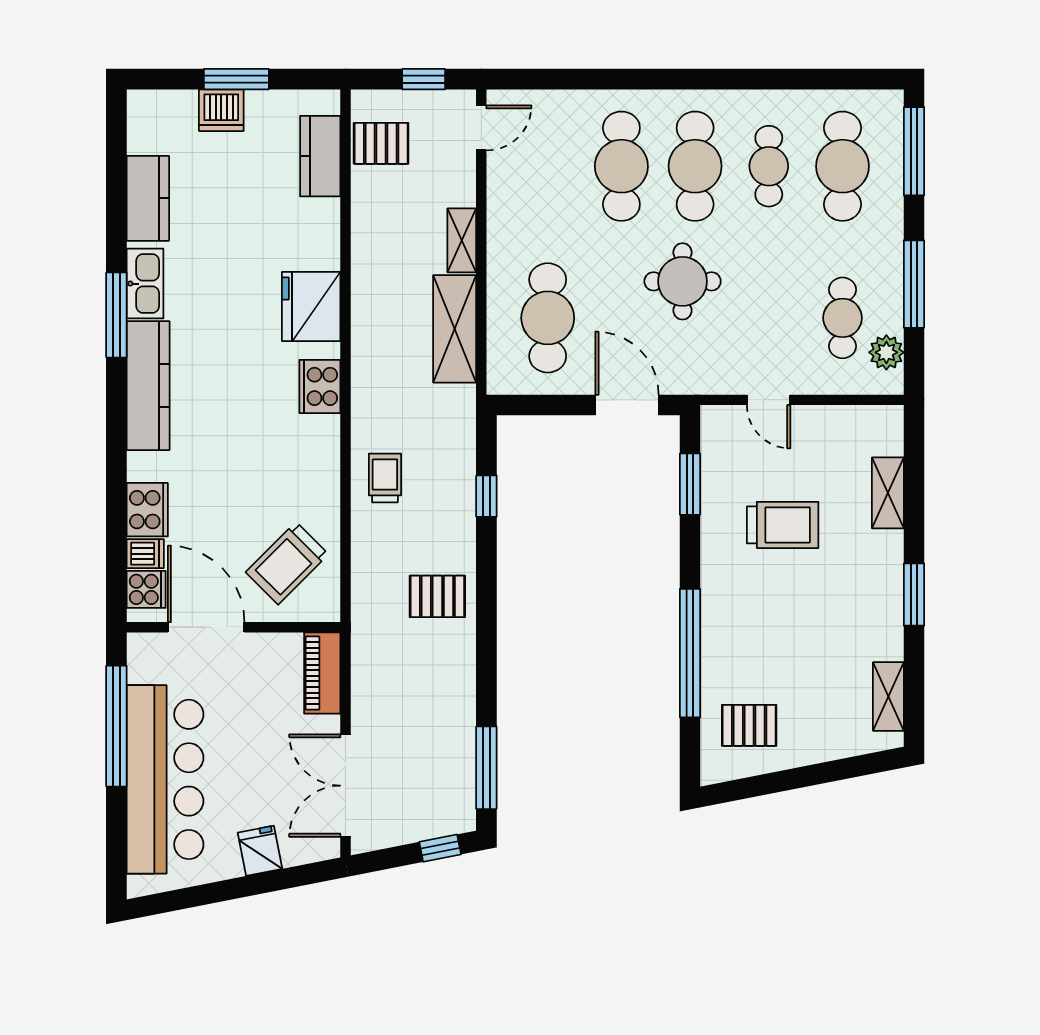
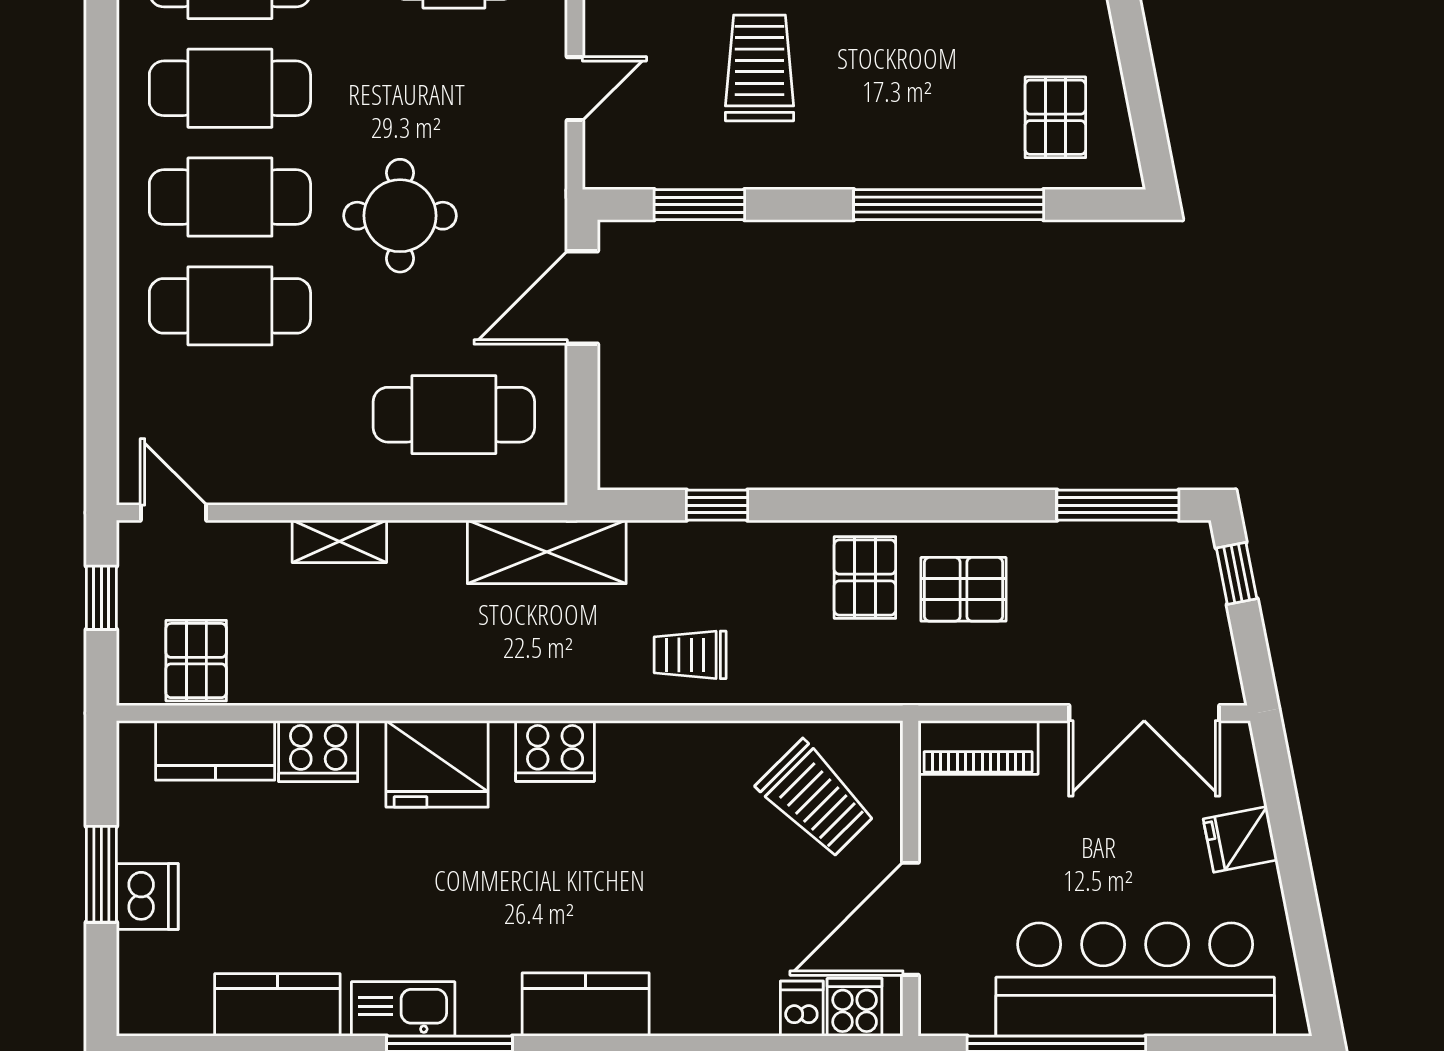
cafe table: (769, 166) -> (230, 88), width x1.37, depth x1.35
shelving: (455, 329) -> (547, 552), moved
kitchen counter: (148, 386) -> (586, 1004), width x0.67
cooker: (147, 510) -> (318, 751), moved, turned 180
pallet: (429, 663) -> (963, 589), added

